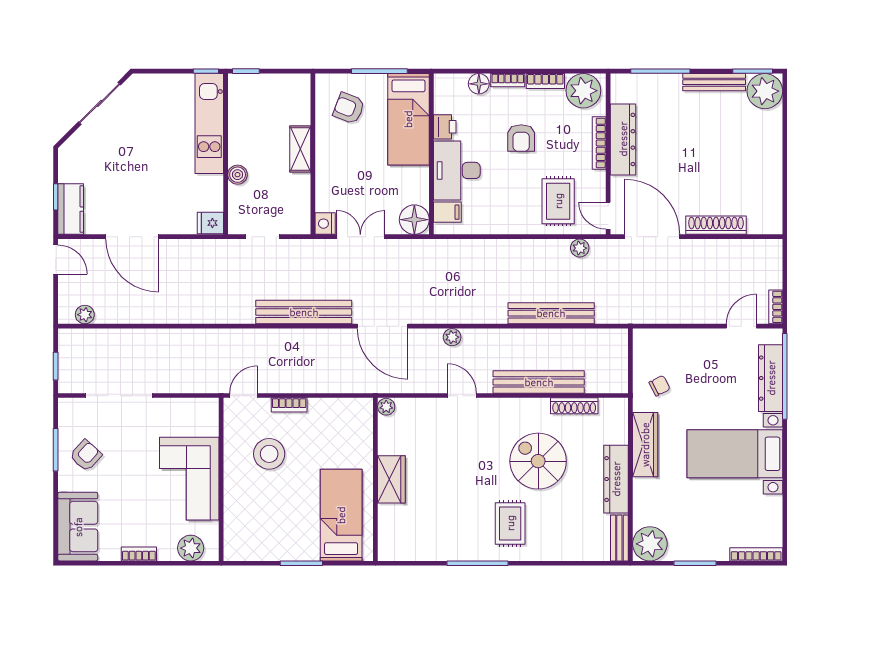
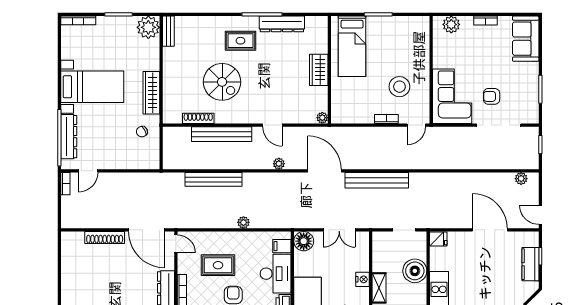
boiler: (238, 175) -> (415, 271), width x1.86, depth x1.86
rug: (558, 201) -> (218, 265), moved, turned 90
kitchen counter: (71, 209) -> (530, 264), moved
nightstand: (325, 224) -> (363, 279), moved
plant: (580, 248) -> (243, 222), moved
armchair: (86, 455) -> (492, 96), moved, turned 48
corner sofa: (189, 479) -> (452, 96), moved
dresser: (616, 479) -> (282, 24), moved, turned 90
rug: (510, 523) -> (241, 41), turned 90

